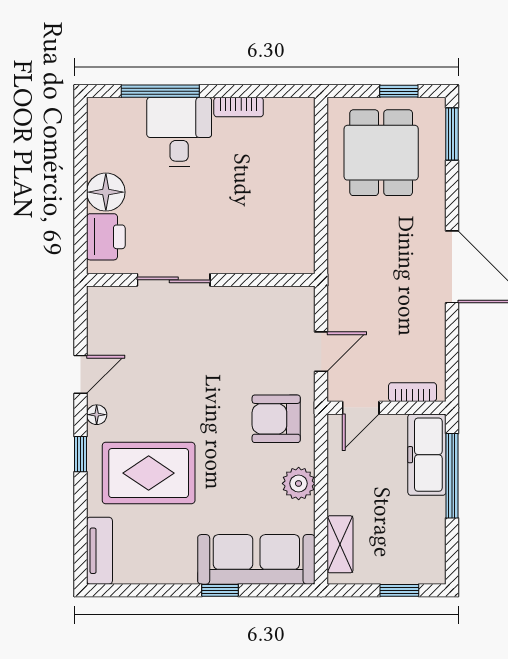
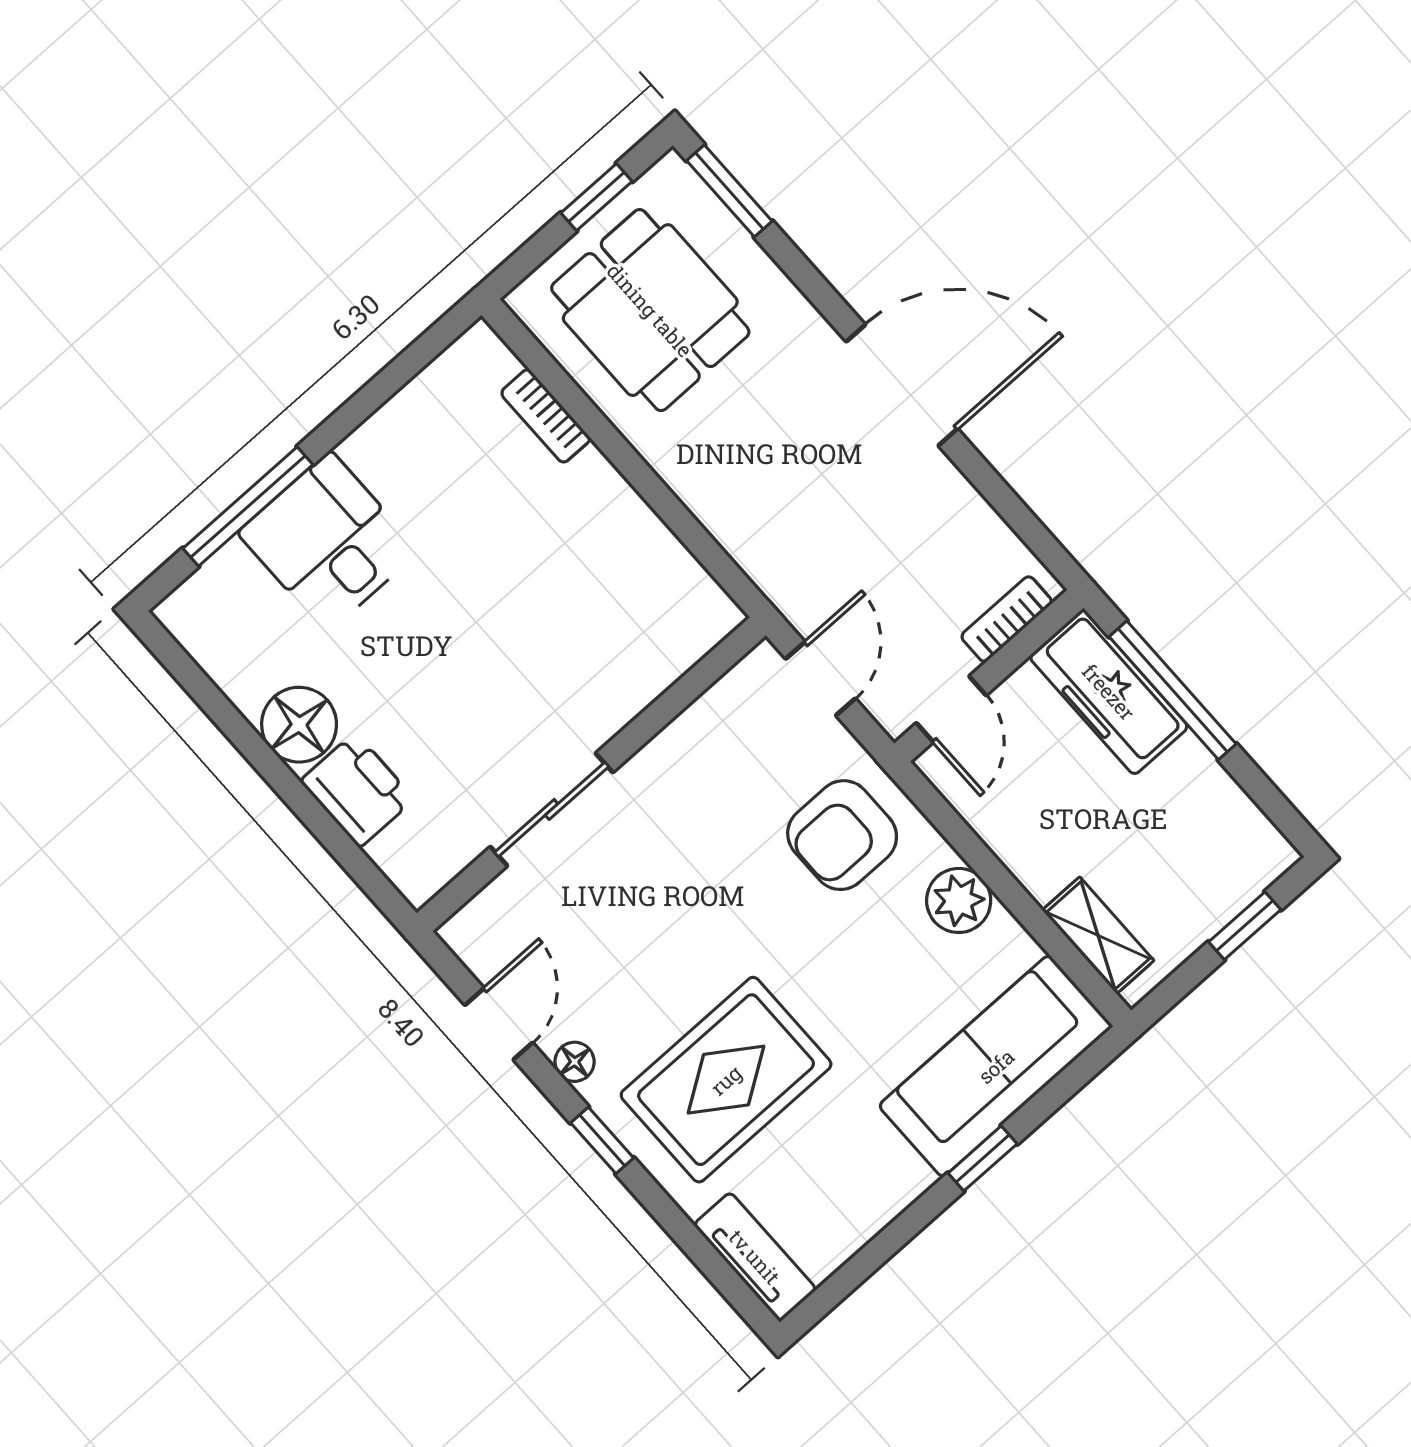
bookcase: (239, 107) -> (546, 416), moved, turned 90
sliding door: (174, 280) -> (552, 809), moved
wall: (201, 280) -> (591, 774), moved

